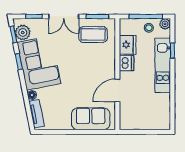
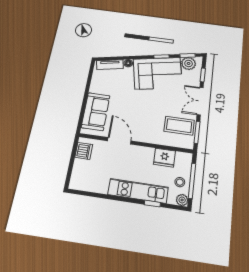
coffee table: (93, 35) -> (179, 126), turned 90
dishwasher: (127, 63) -> (84, 151), moved, turned -90

